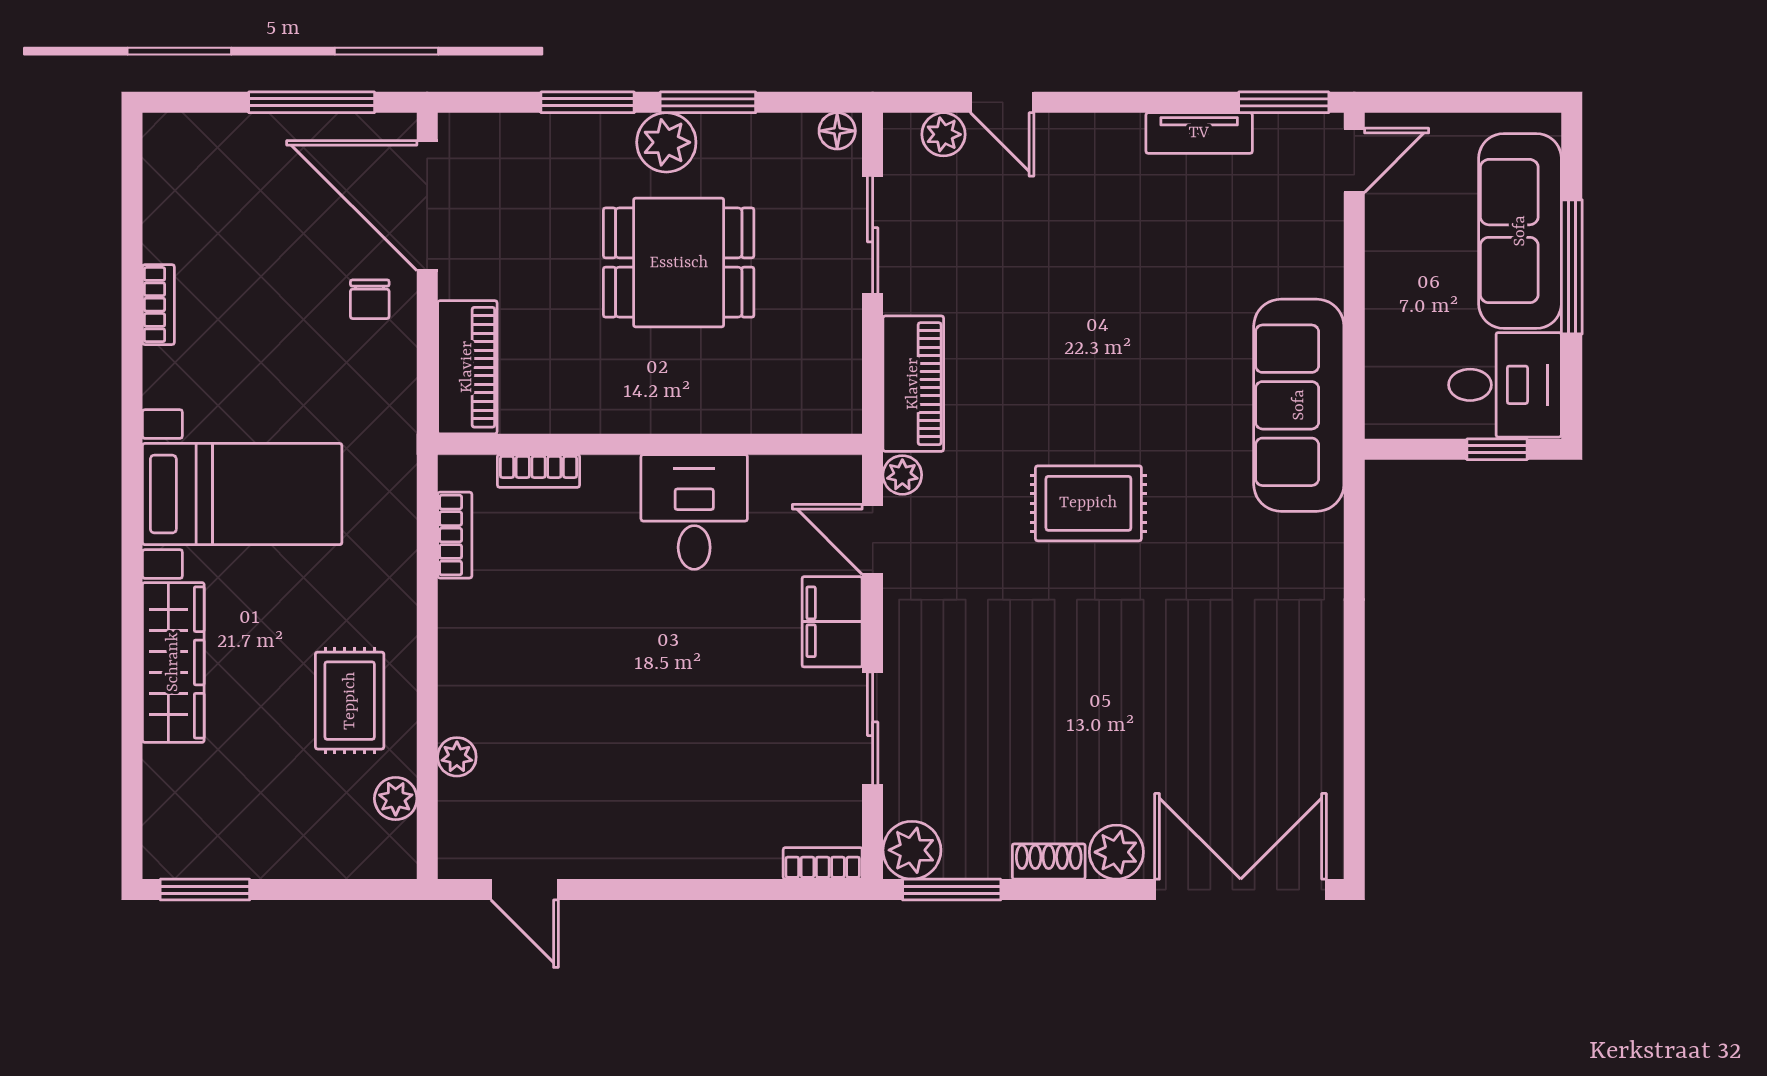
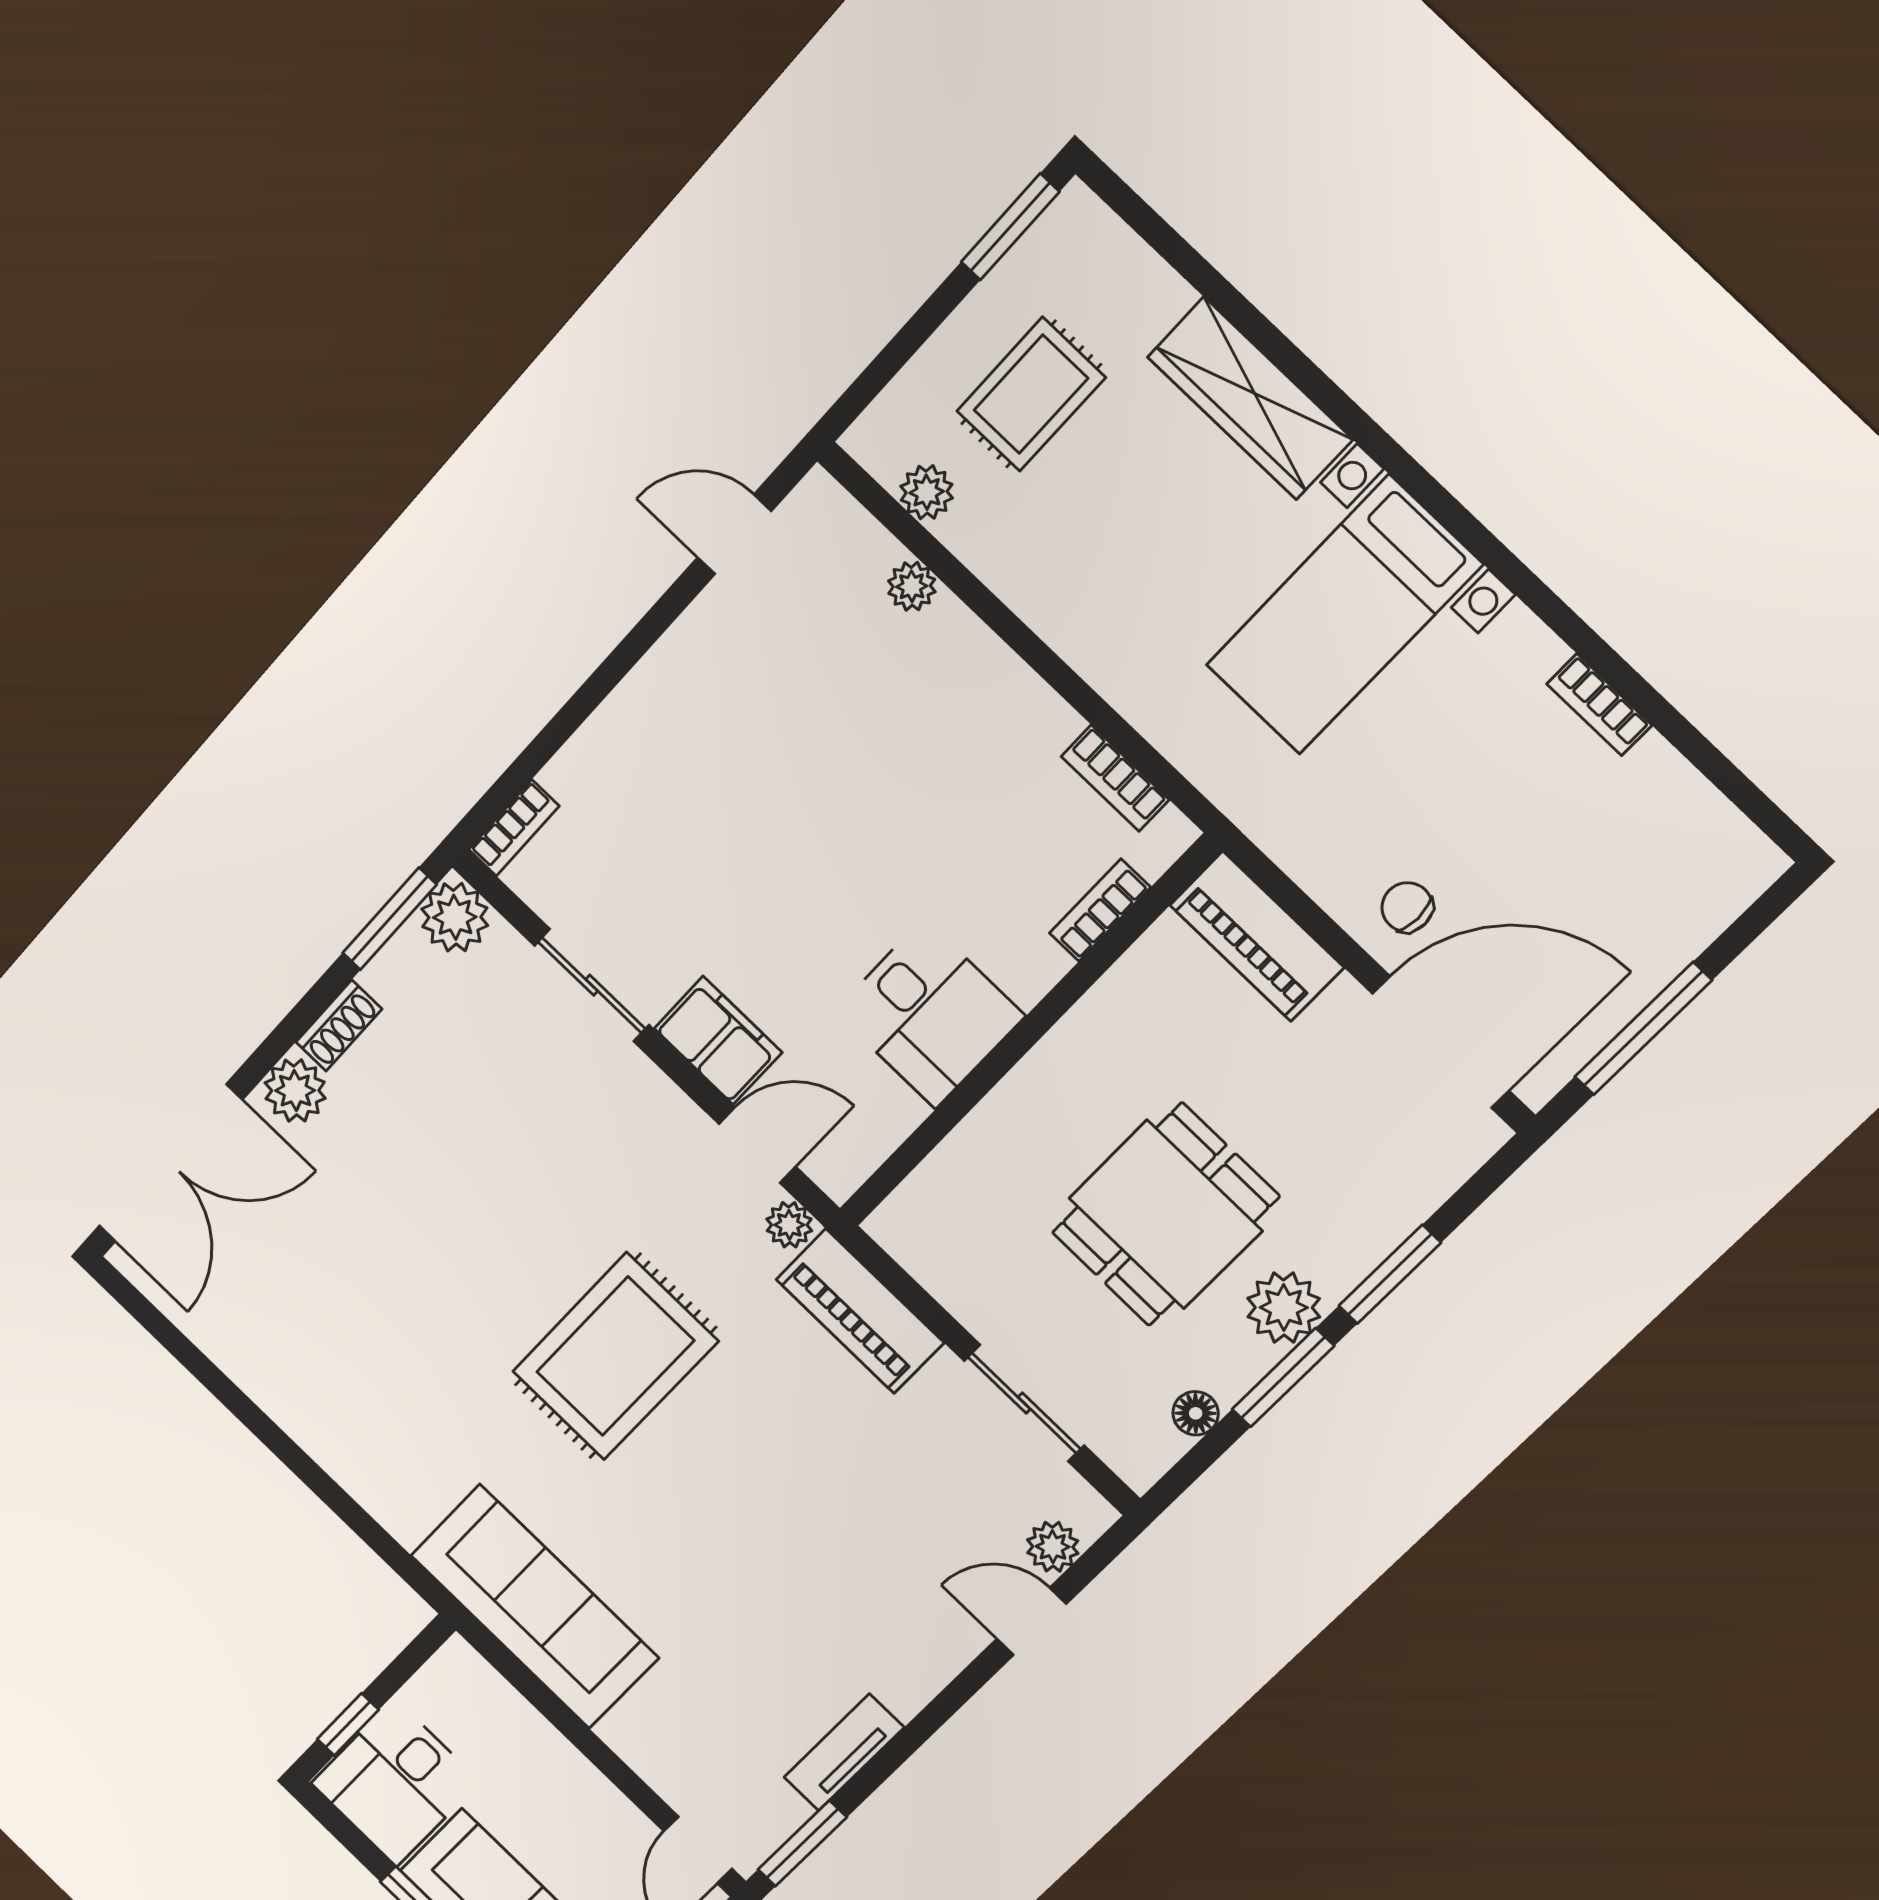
floor lamp: (837, 131) -> (1196, 1413), moved
rug: (1088, 503) -> (615, 1356), width x1.36, depth x1.43
rug: (350, 701) -> (1031, 394), moved, turned 90

